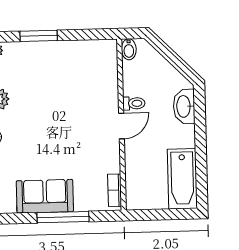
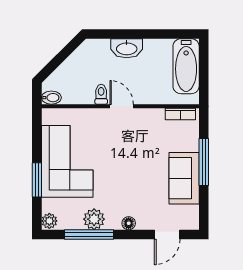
corner sofa: (60, 68) -> (67, 161), added
washbasin: (184, 106) -> (127, 48), moved
bathtub: (182, 179) -> (186, 66), moved, turned 90

